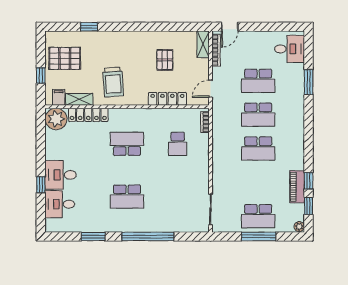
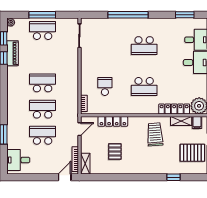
school desk: (127, 197) -> (144, 46), turned 180
window: (93, 236) -> (185, 15), moved

